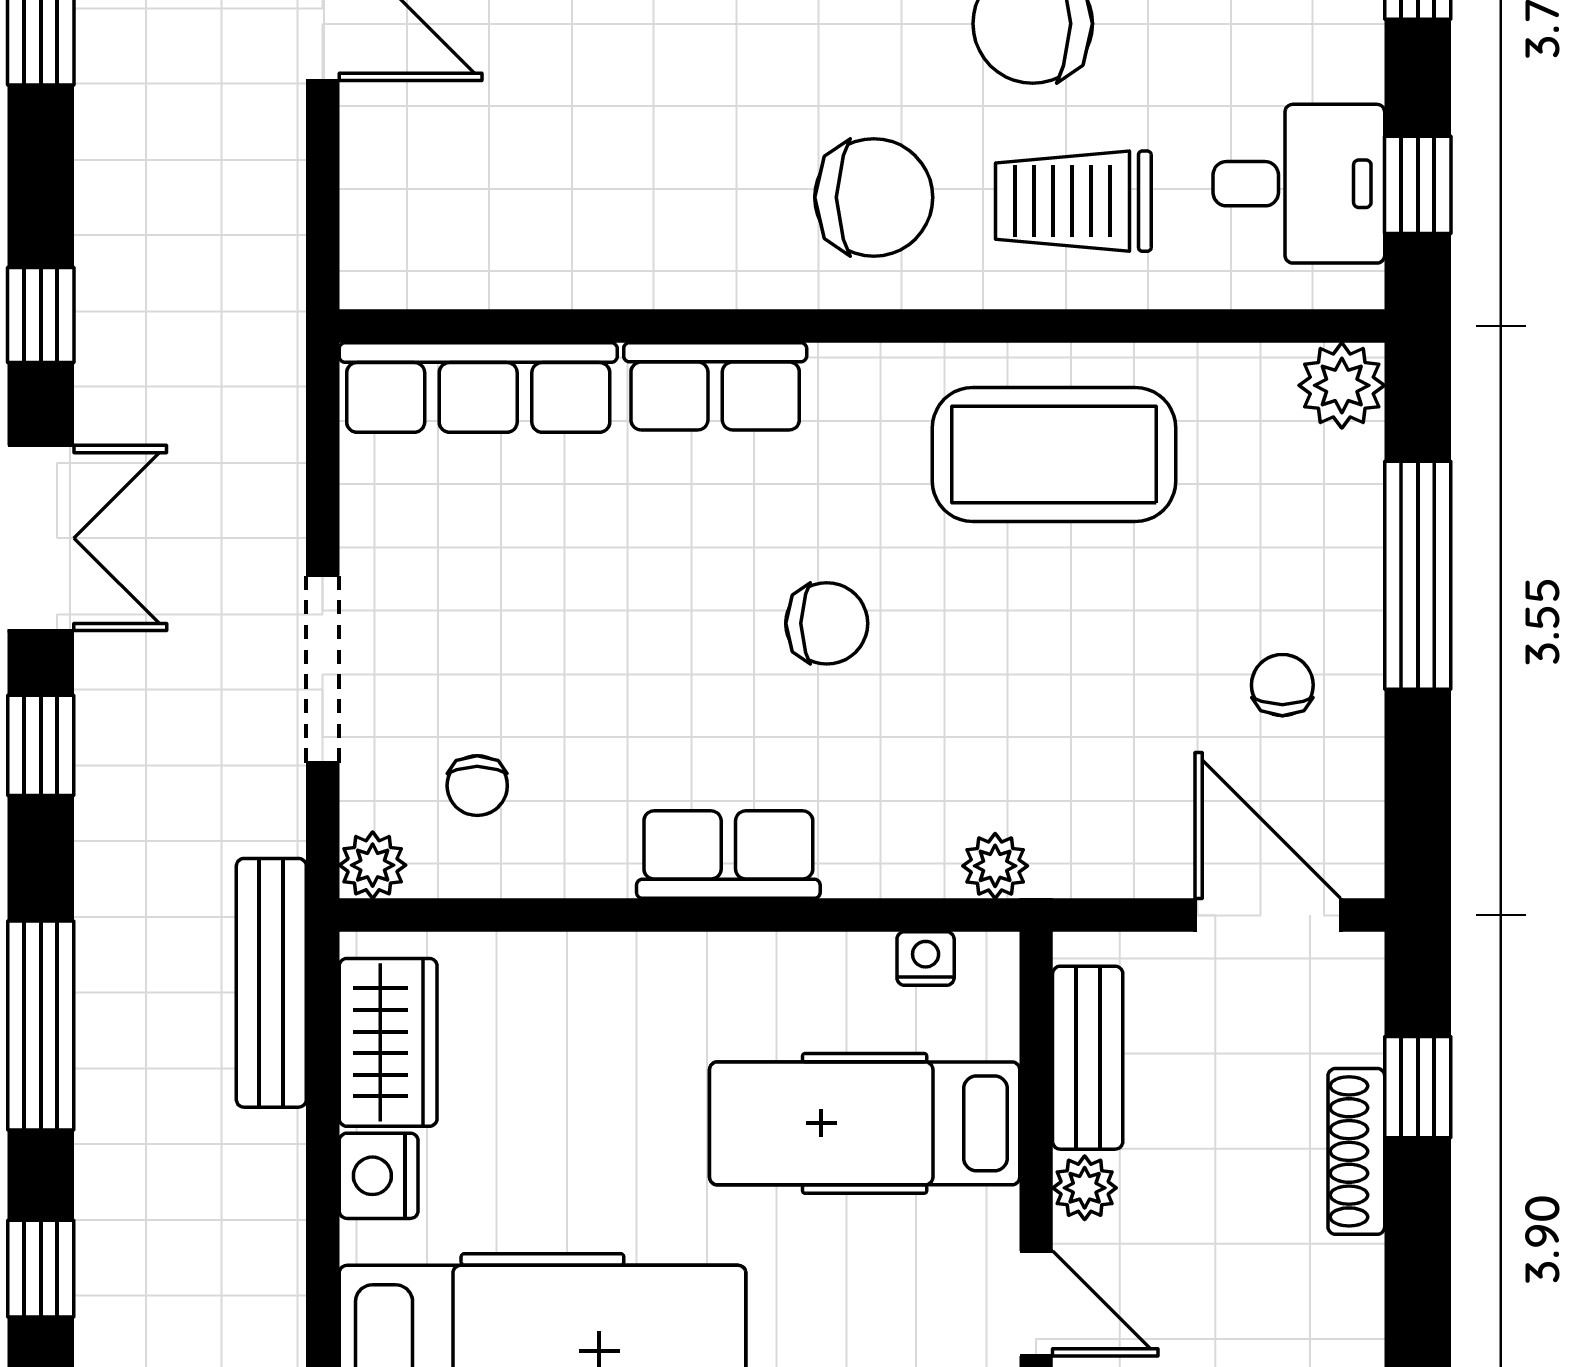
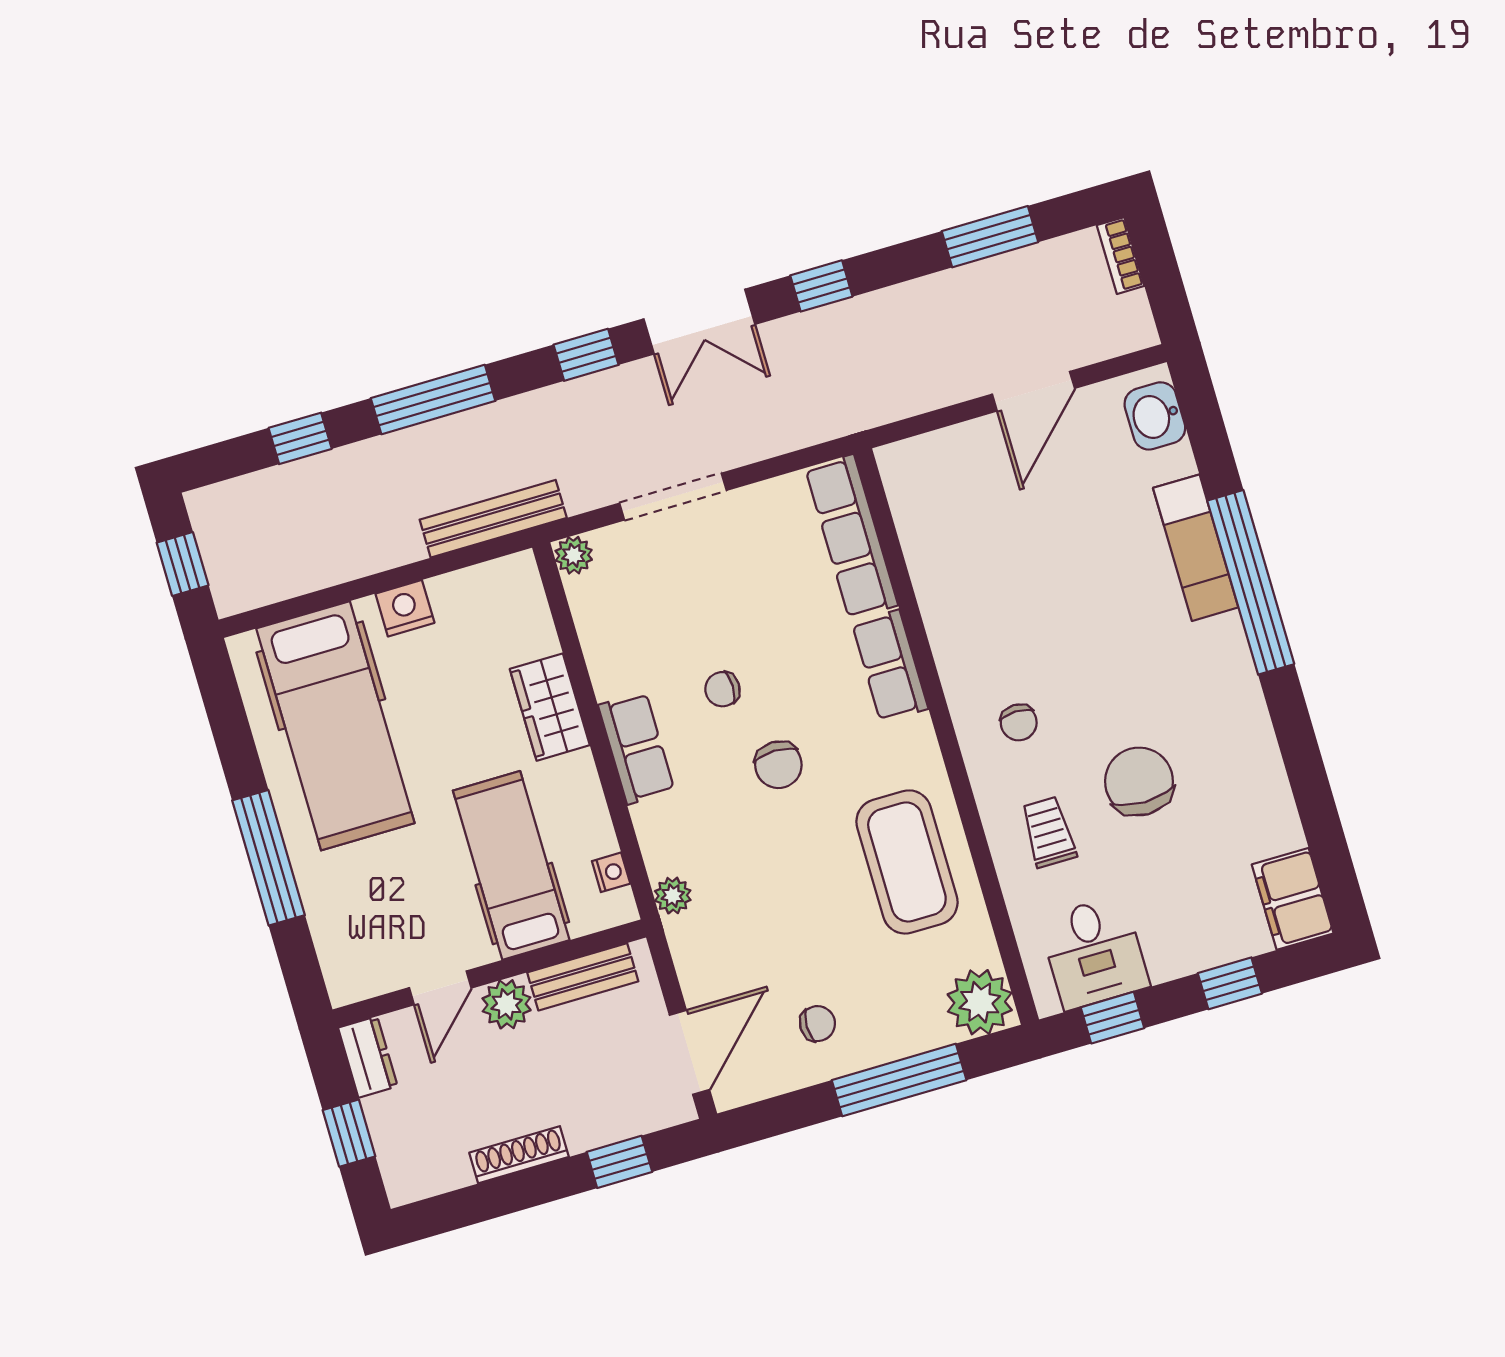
chair: (874, 197) -> (1019, 722), width x0.54, depth x0.54
trolley: (1073, 201) -> (1049, 832), width x0.73, depth x0.72
plant: (1342, 385) -> (980, 1002), width x1.36, depth x1.36
chair: (477, 786) -> (722, 689), moved
wardrobe: (388, 1042) -> (550, 707), moved, turned 90
shoe rack: (1356, 1151) -> (519, 1155), moved
plant: (1085, 1188) -> (507, 1004), width x1.38, depth x1.38

